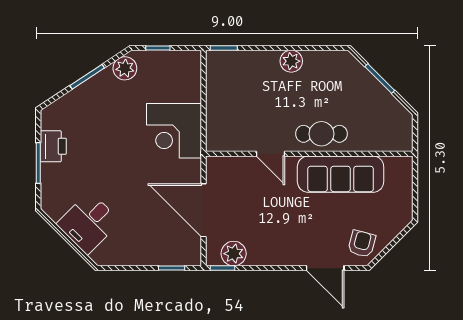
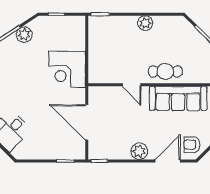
plant: (125, 68) -> (24, 35), moved
armchair: (362, 244) -> (192, 145), turned -103
plant: (234, 254) -> (139, 151), moved
door: (325, 268) -> (168, 161), swing flipped

